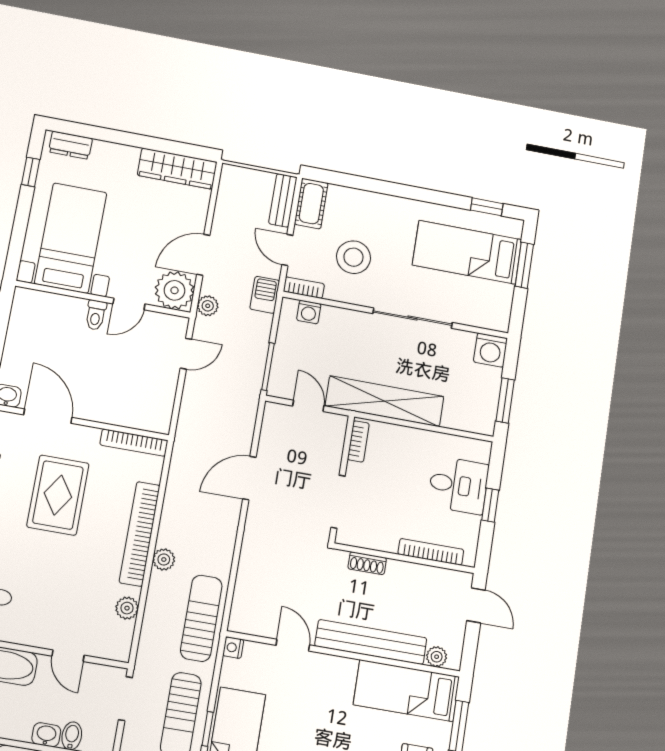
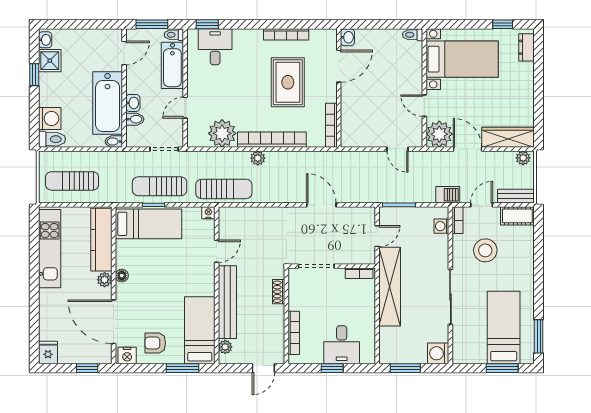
wardrobe: (177, 169) -> (508, 137), moved, turned 90
window: (487, 207) -> (539, 336), width x1.50
plant: (208, 306) -> (523, 158), moved
toilet: (96, 315) -> (413, 35), moved
rug: (58, 495) -> (288, 82), turned 90
plant: (127, 608) -> (222, 133), width x1.88, depth x1.88

